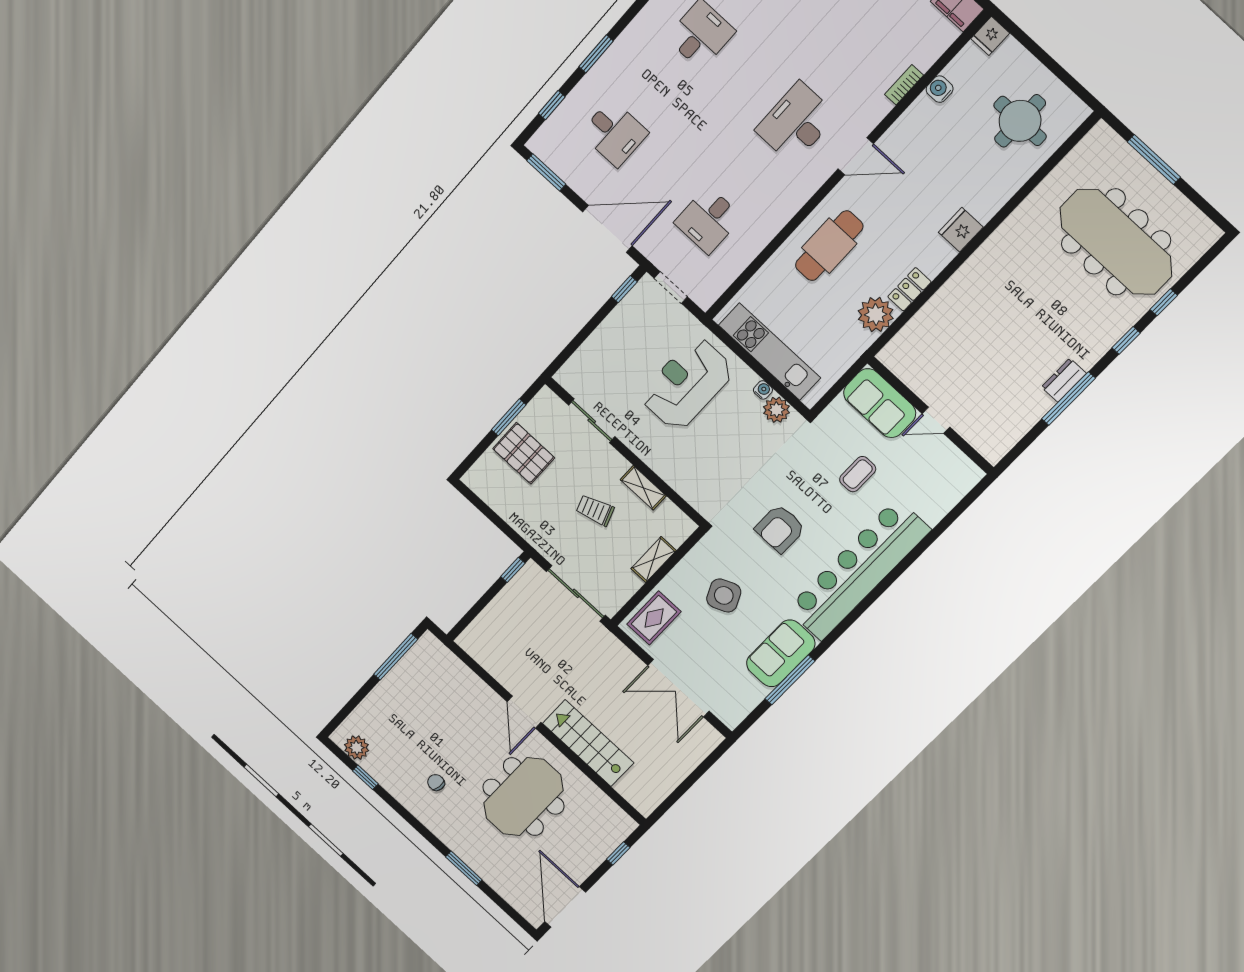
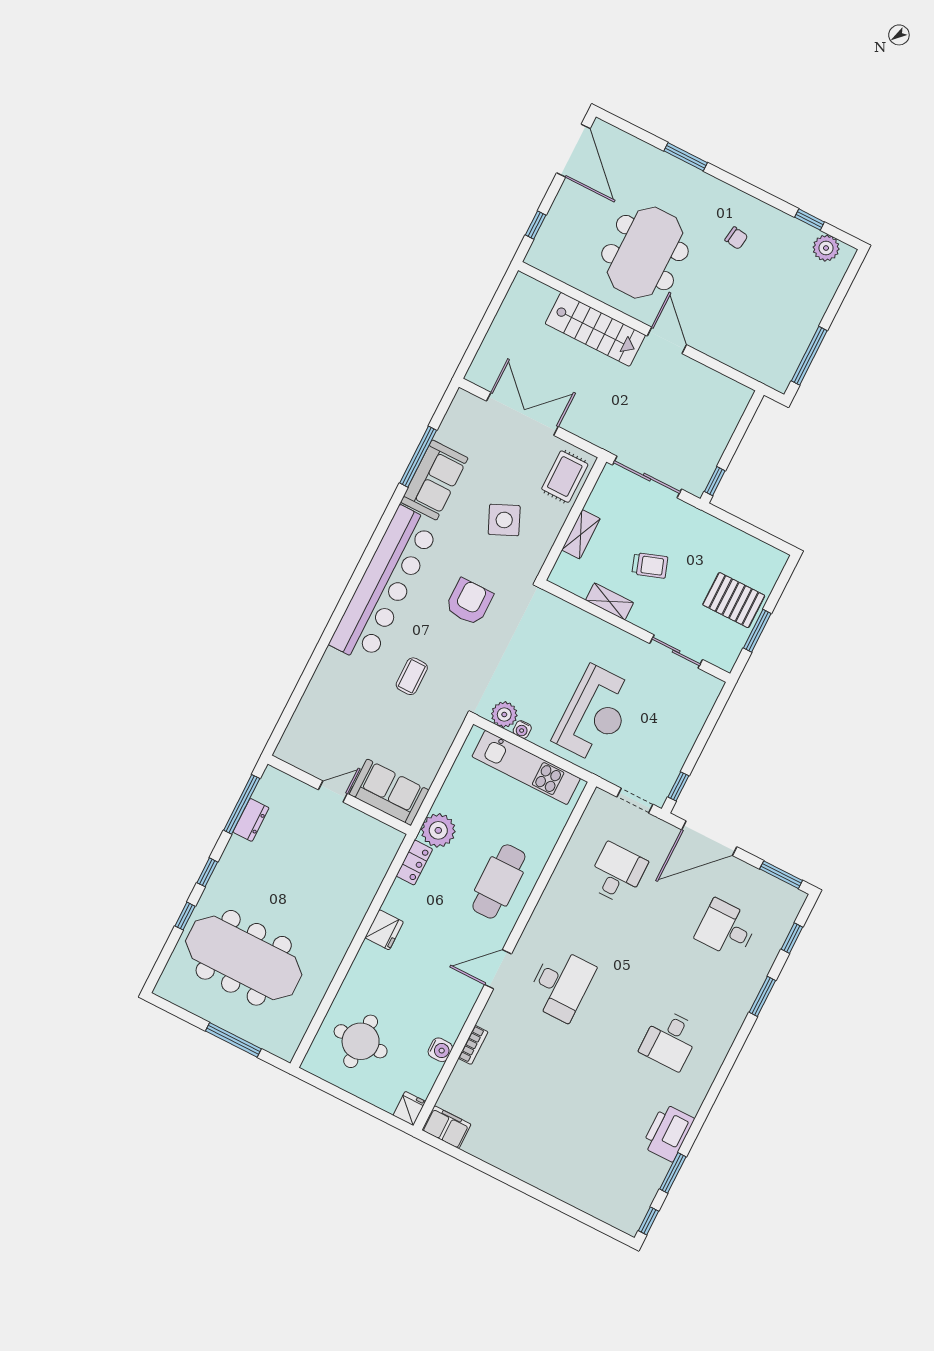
sofa: (880, 403) -> (389, 792), moved
wall: (931, 415) -> (339, 795), moved
door: (936, 420) -> (333, 792), moved

